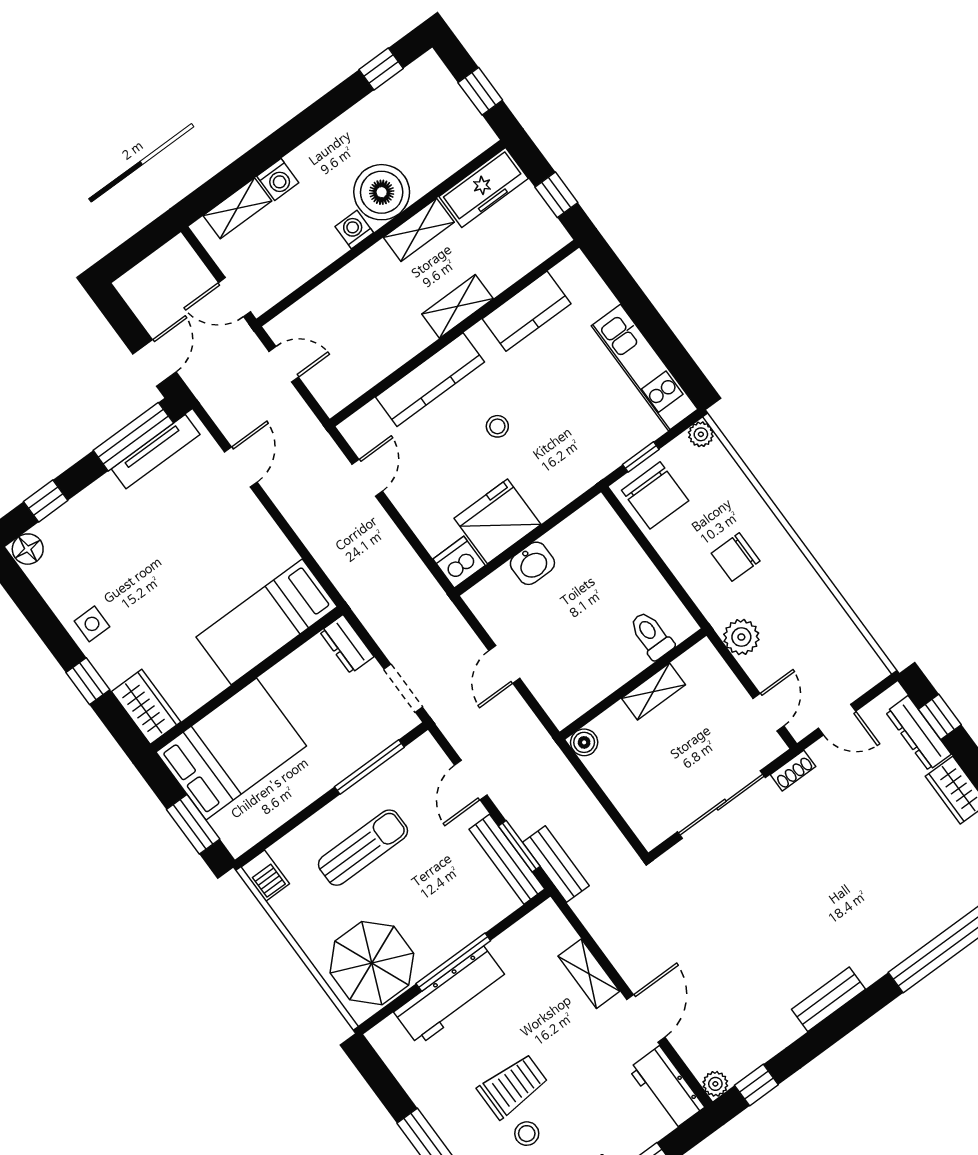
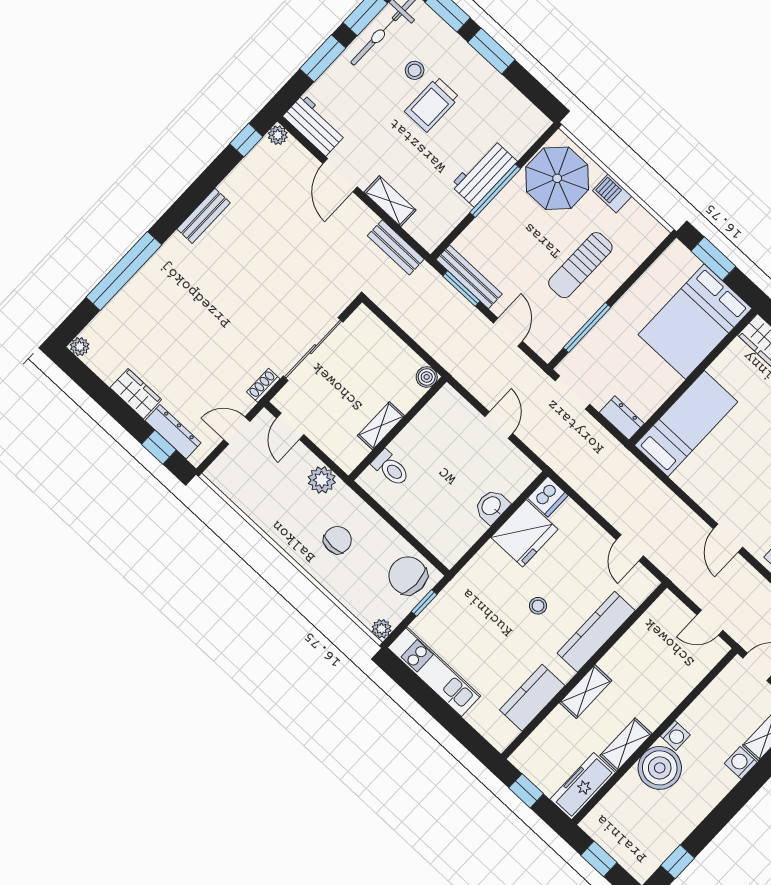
bench: (556, 864) -> (396, 247), moved
barbecue: (265, 876) -> (612, 193), moved
workbench: (451, 996) -> (484, 173), width x0.73

